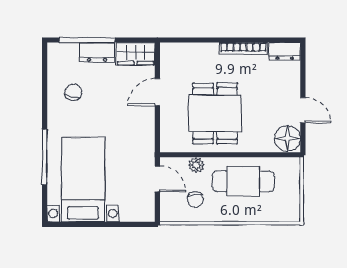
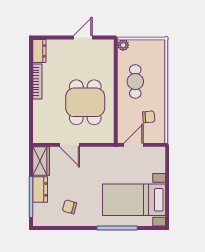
dining table: (215, 113) -> (85, 102), turned 90
floor lamp: (287, 138) -> (104, 49), removed
plant: (196, 165) -> (123, 45), moved
cafe table: (243, 181) -> (135, 82), width x0.73, depth x0.74

